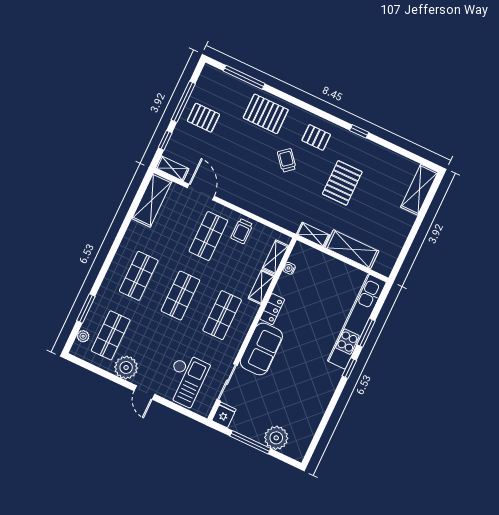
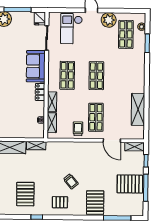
pallet: (266, 114) -> (95, 203), turned 90
pallet: (203, 118) -> (130, 184), width x1.50, depth x1.42
pallet: (342, 183) -> (25, 194), moved
shelving: (152, 200) -> (138, 109), moved
shop shelf: (139, 276) -> (125, 76), removed

